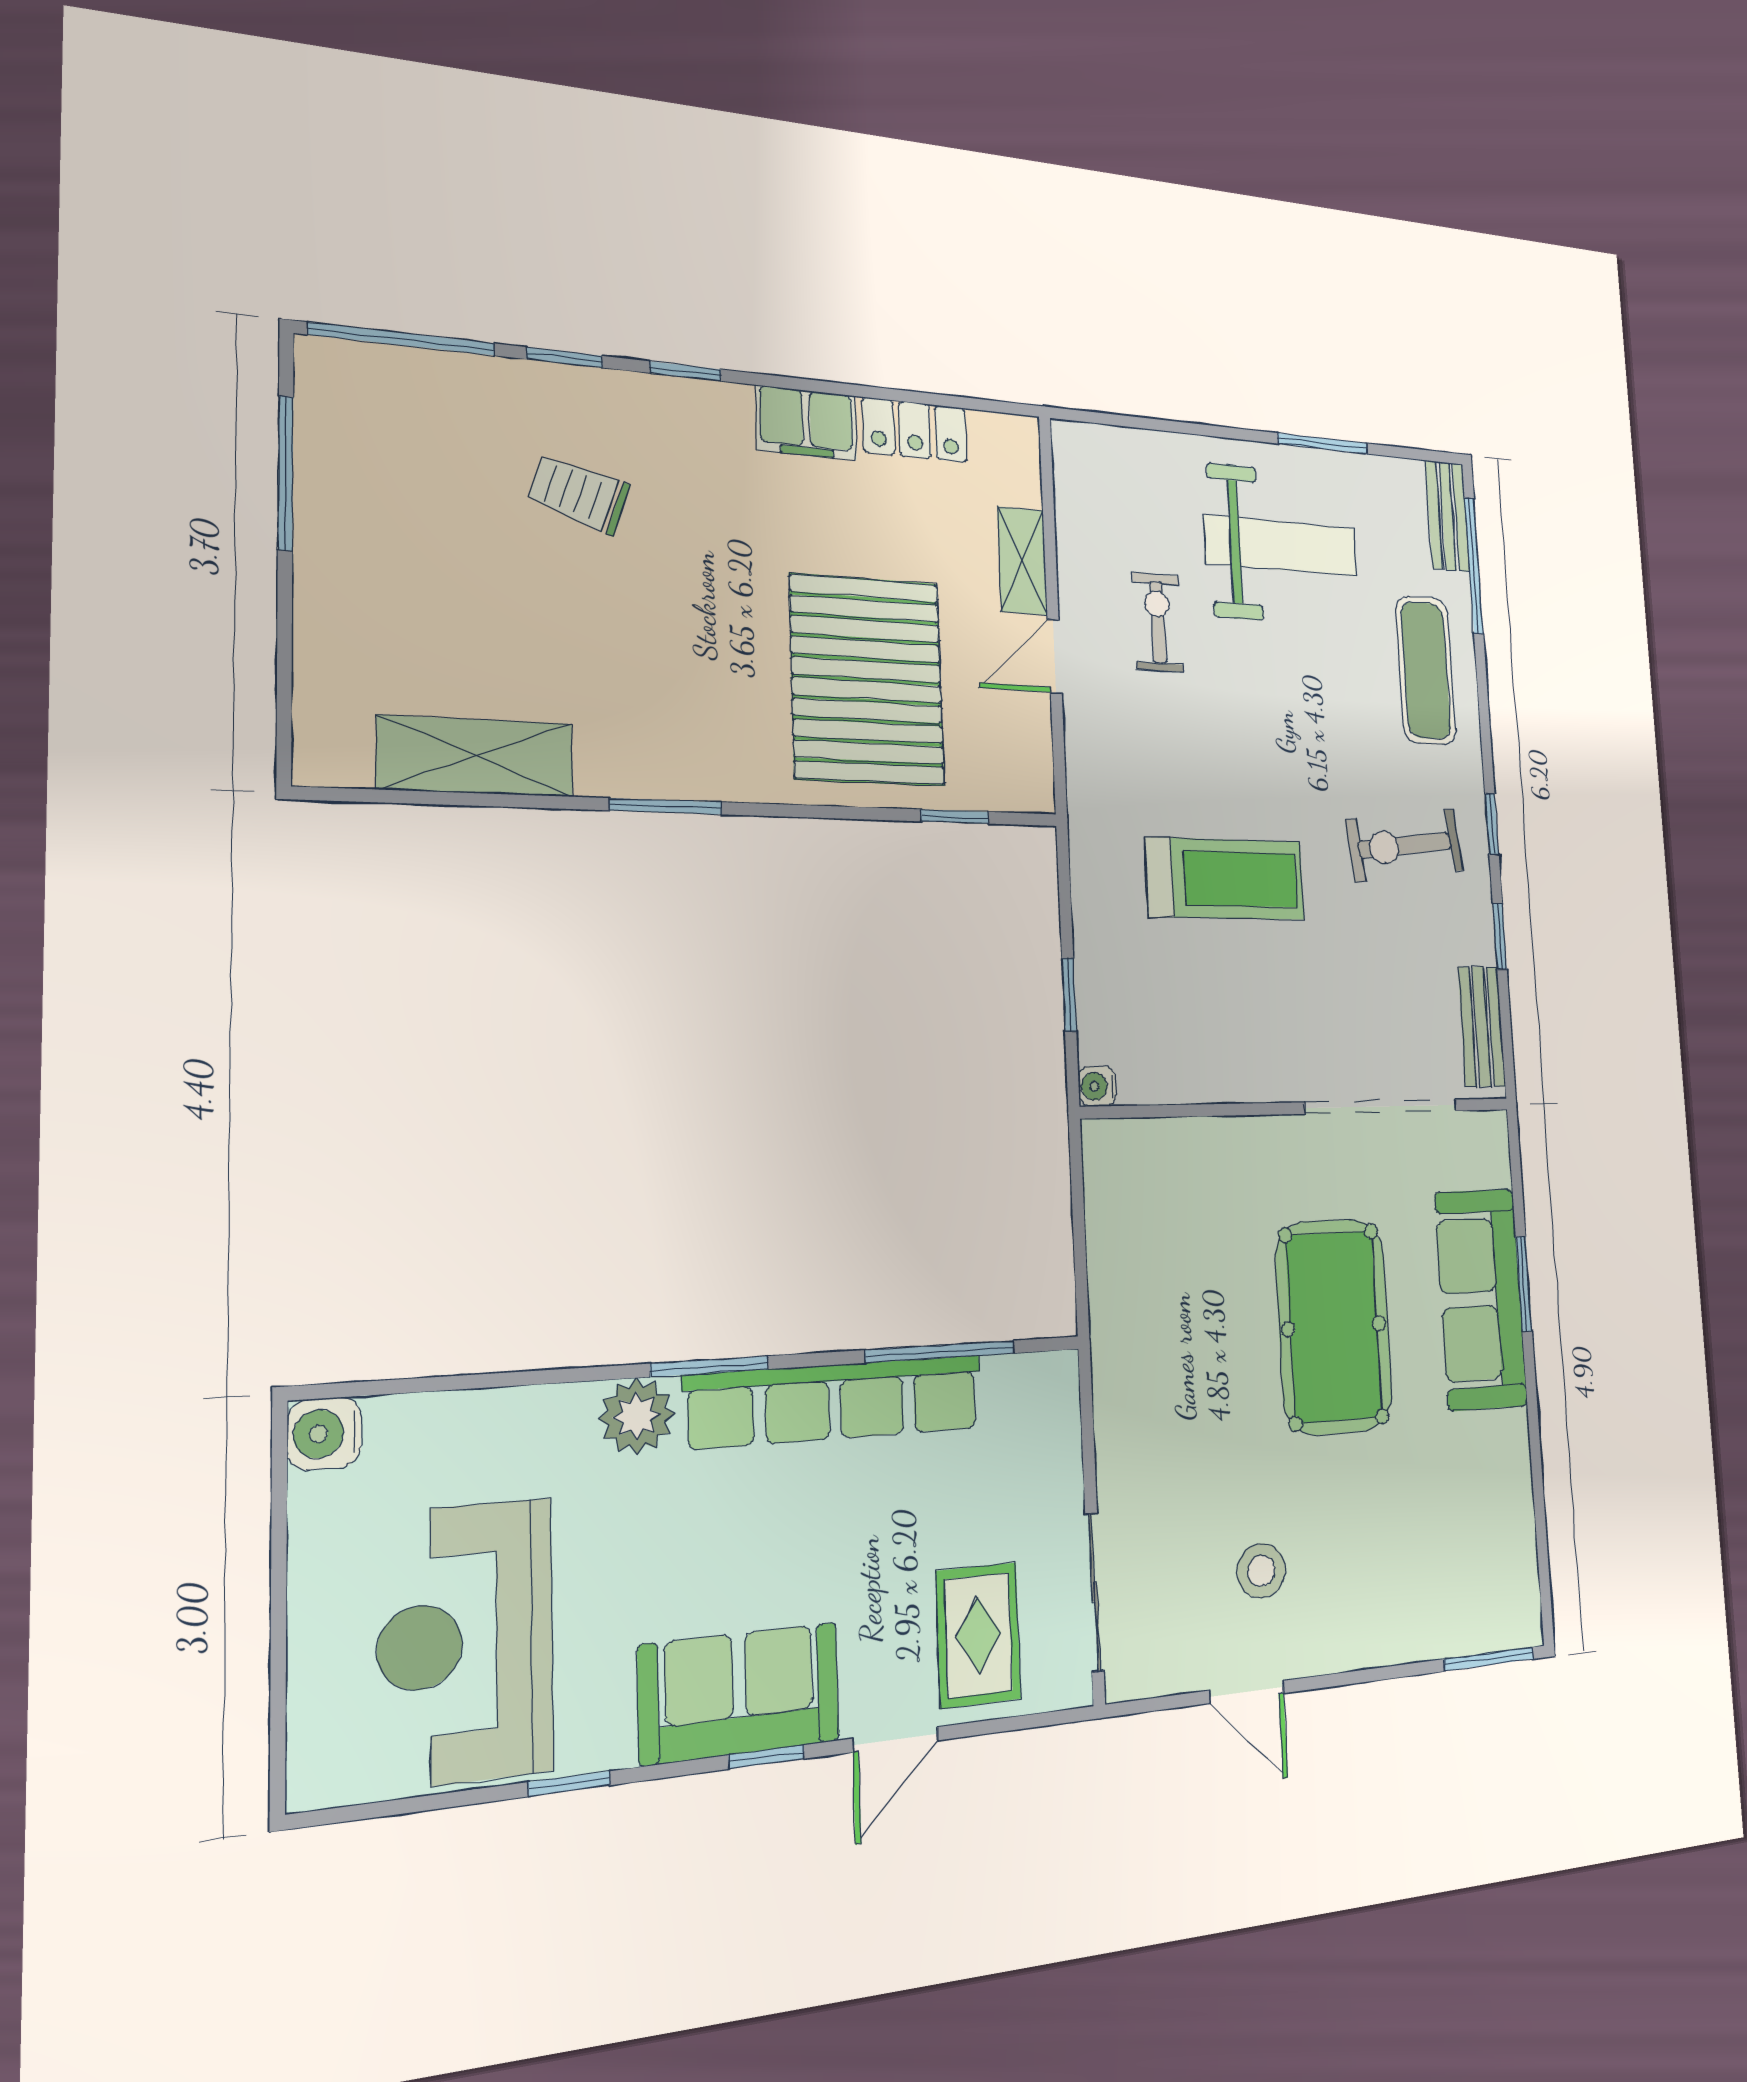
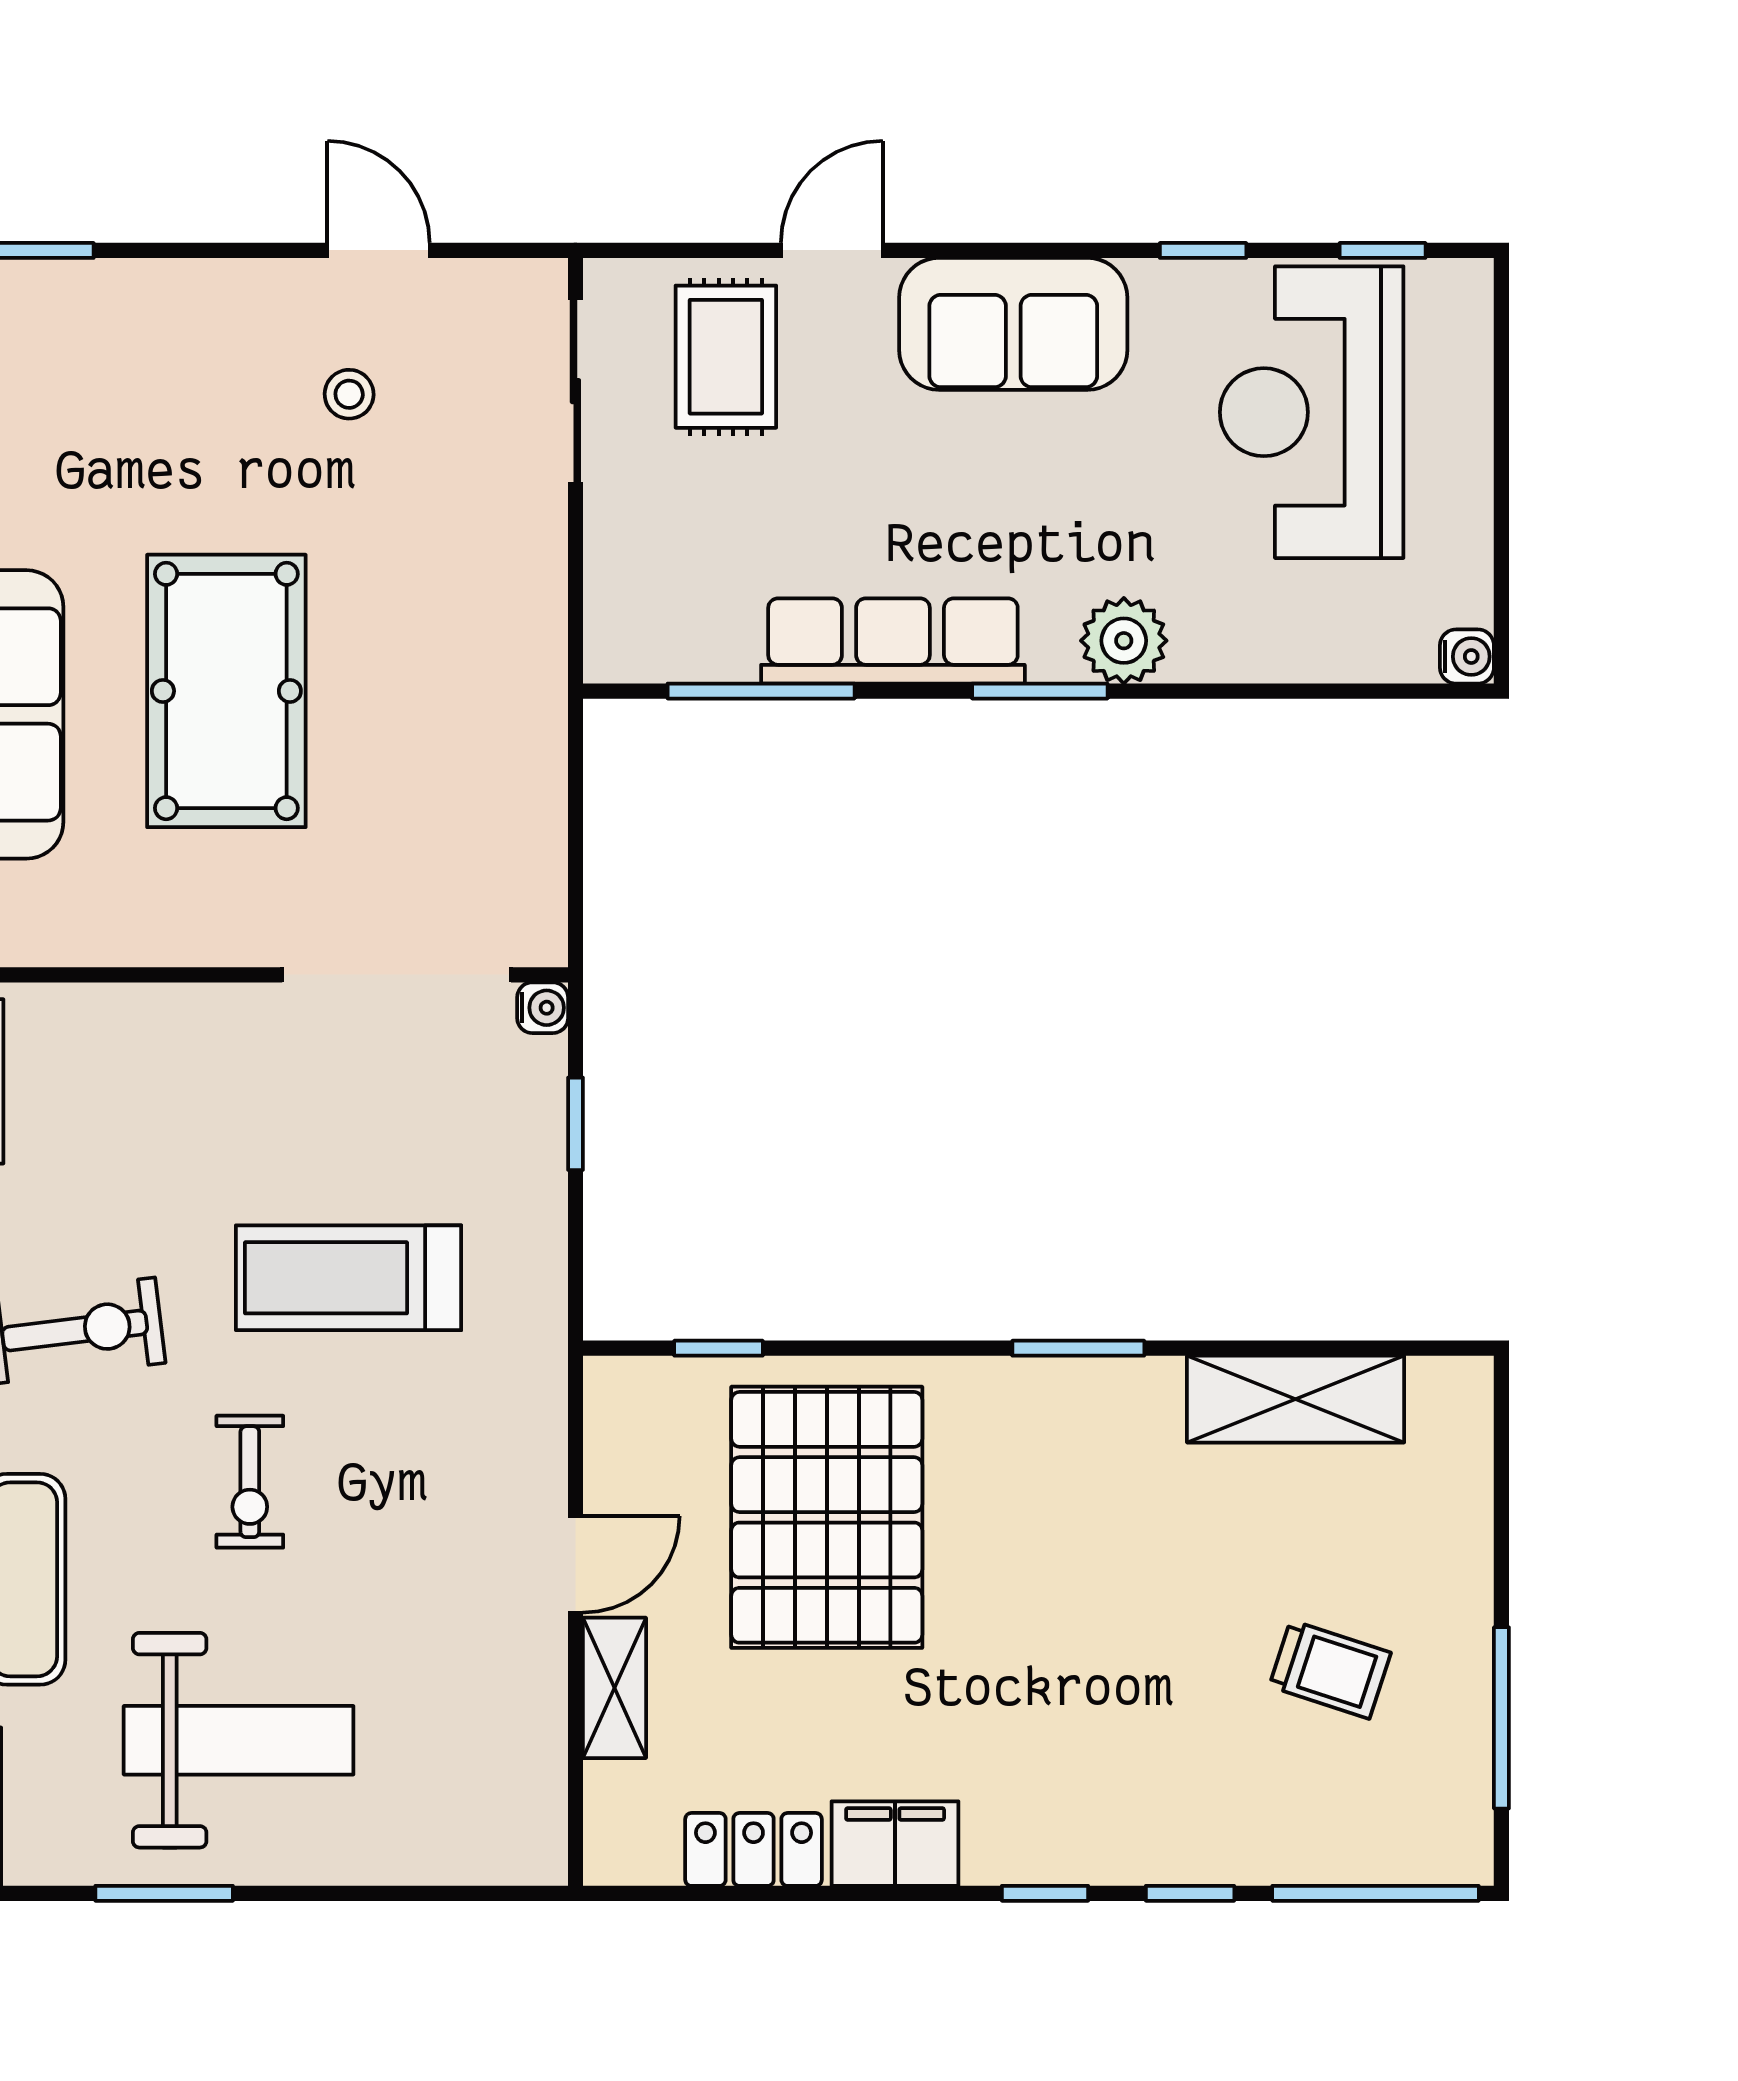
trolley: (579, 494) -> (1330, 1669), moved
weight bench: (1281, 546) -> (239, 1740), turned 180
exercise bike: (1158, 622) -> (250, 1482), moved
doorway: (1381, 1107) -> (397, 975), moved
row of seats: (835, 1402) -> (893, 641), width x0.73
water cooler: (324, 1434) -> (1467, 657), width x0.72, depth x0.72
stool: (1261, 1571) -> (349, 394), width x0.73, depth x0.73
reception desk: (466, 1643) -> (1312, 412), turned 180
window: (767, 1757) -> (1383, 250), moved

